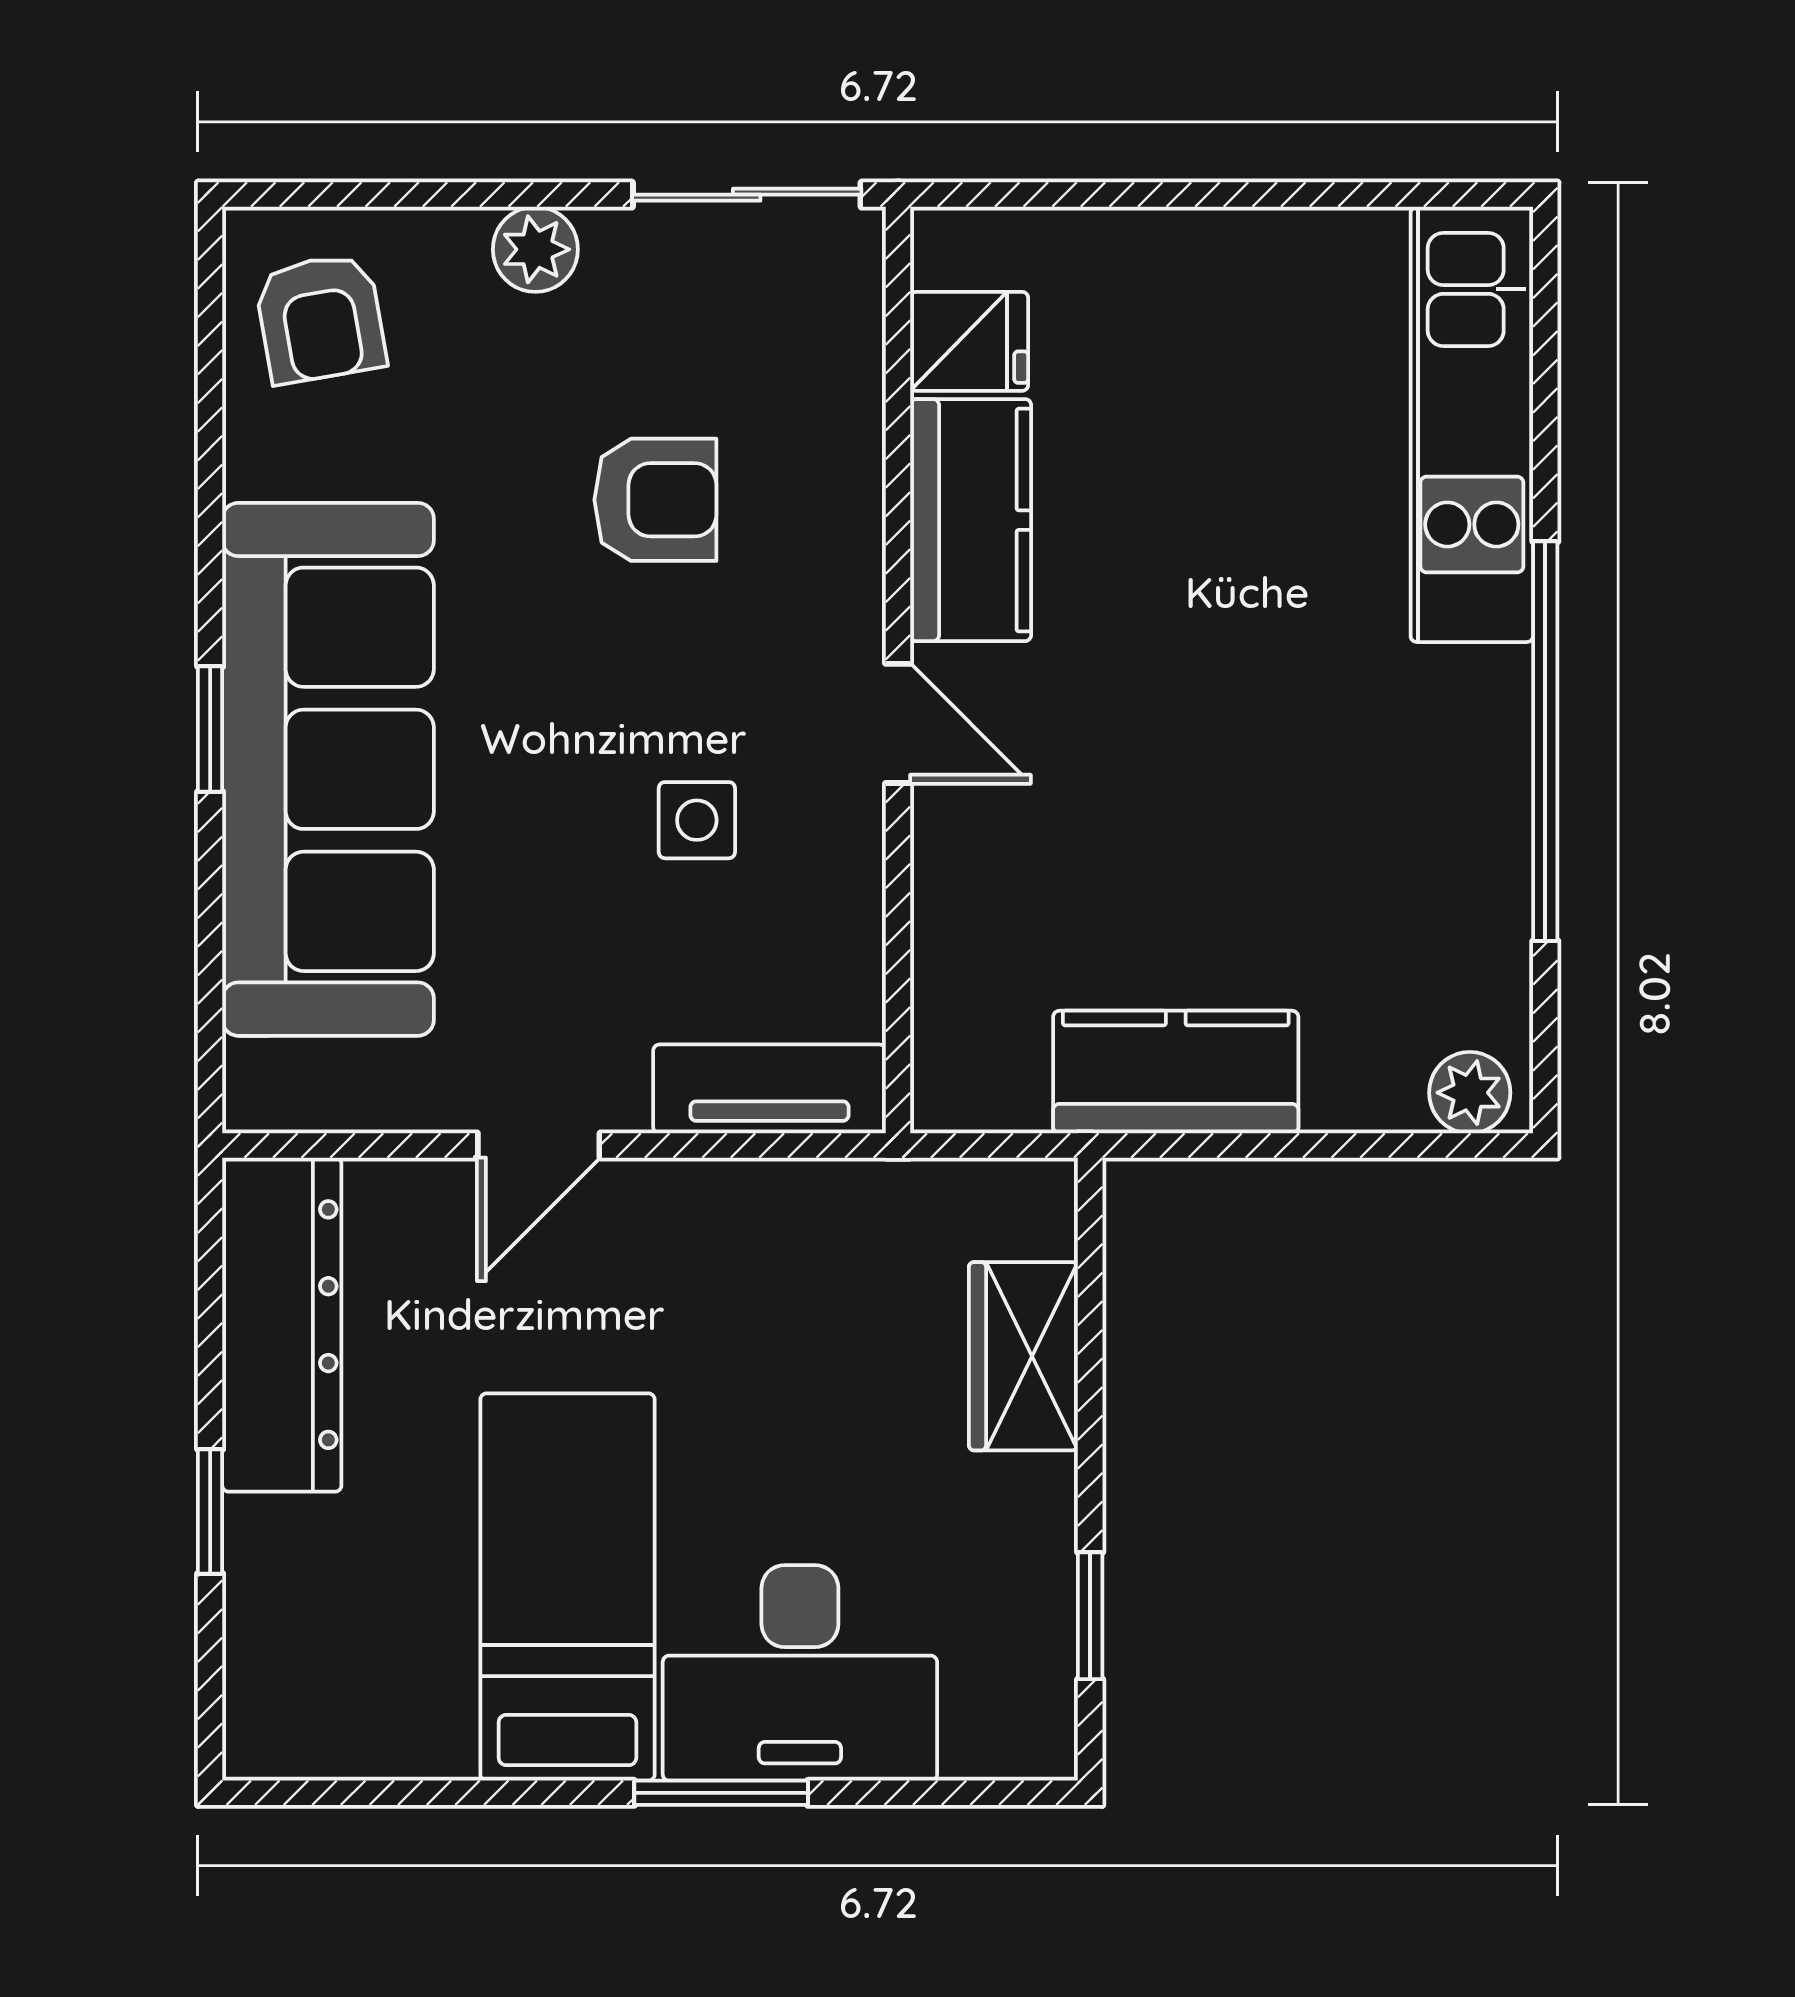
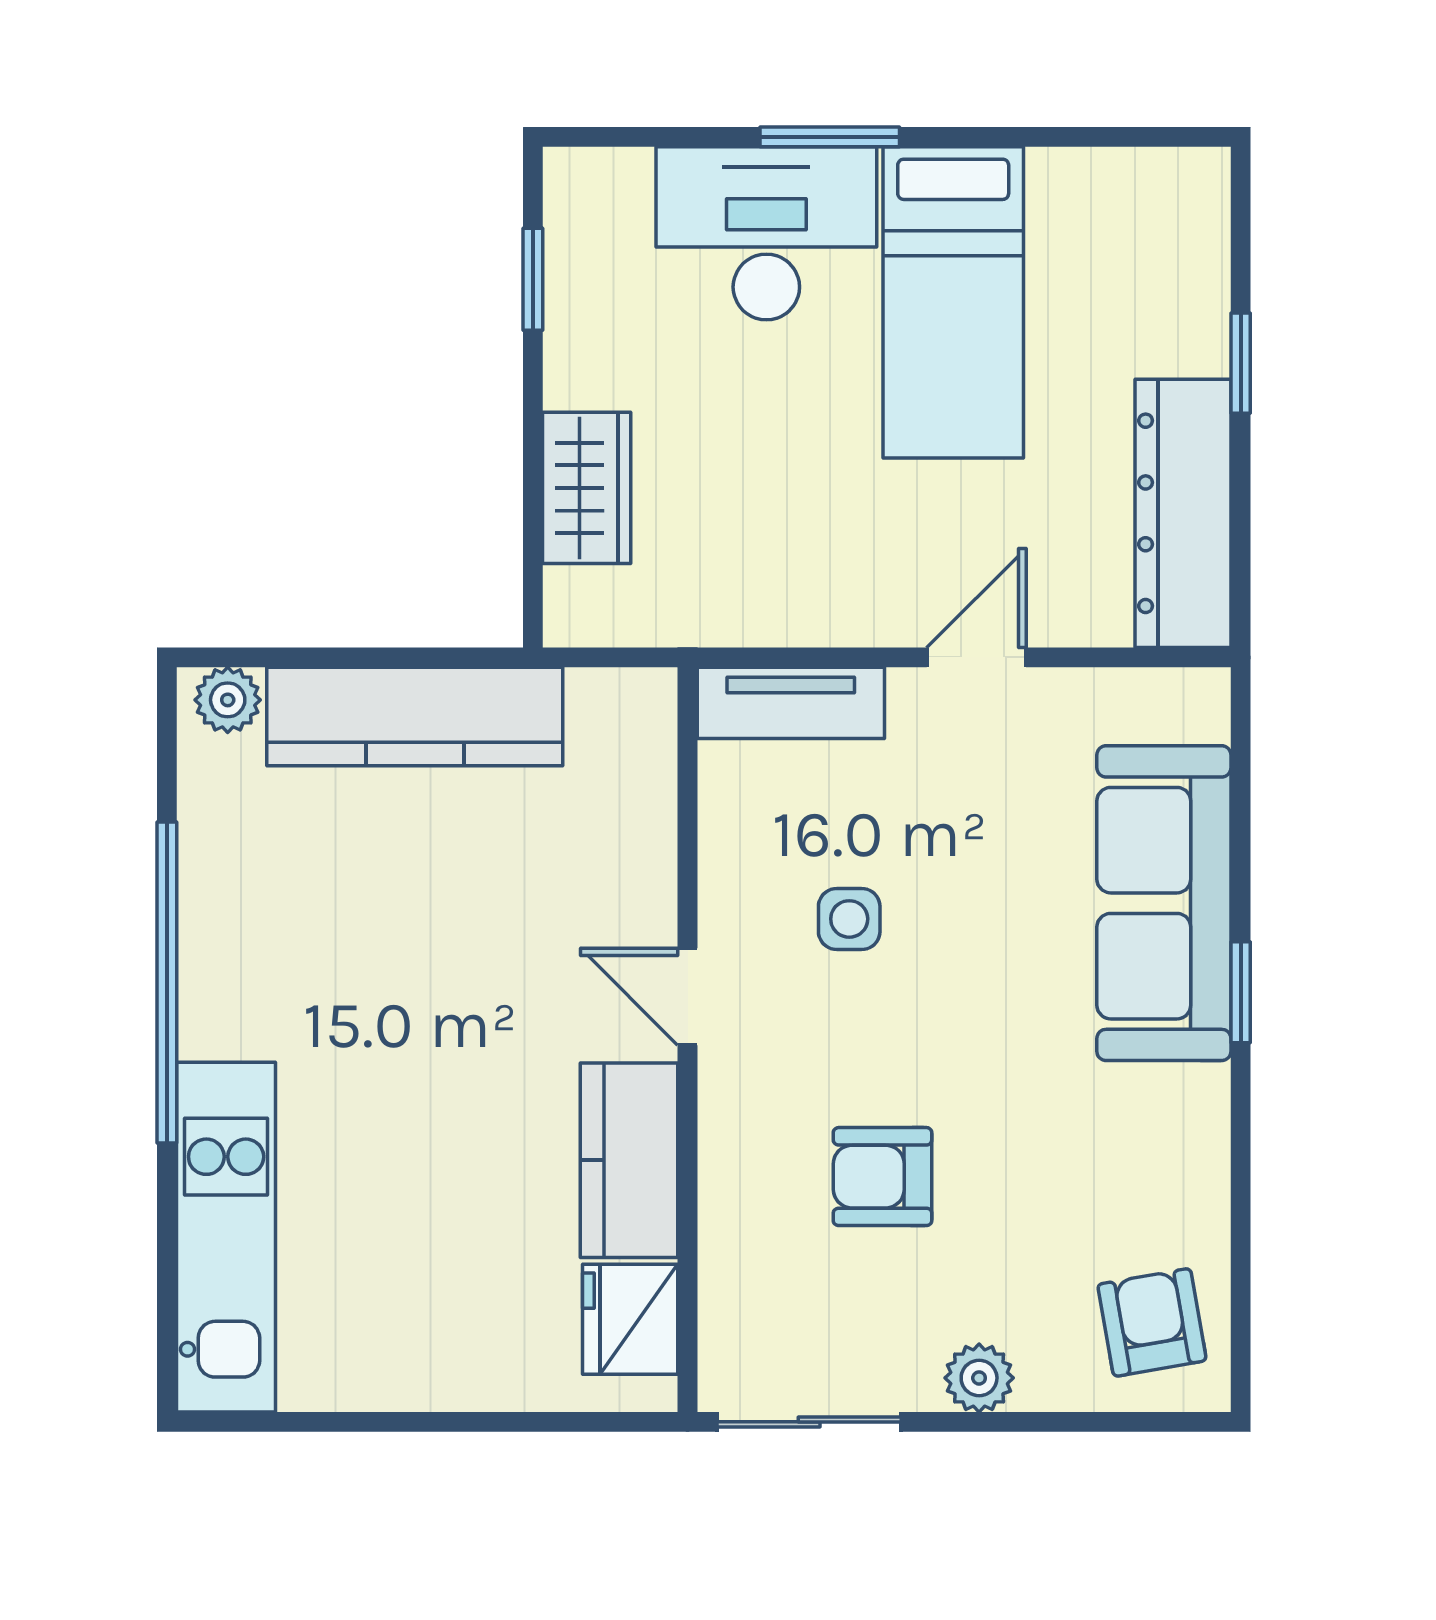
fridge: (969, 341) -> (630, 1319), width x1.38
sofa: (328, 769) -> (1164, 903), width x0.74, depth x0.79
kitchen counter: (1176, 1072) -> (415, 716), width x1.50

